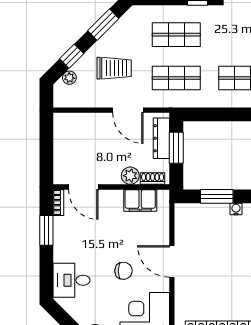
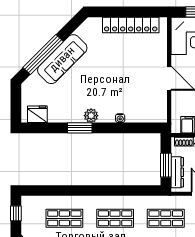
window: (217, 196) -> (135, 128), removed

